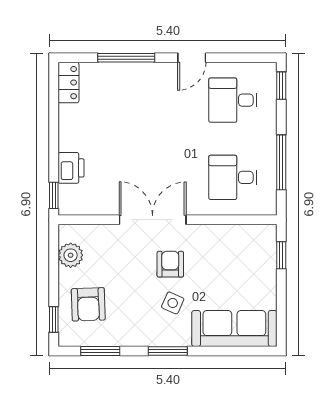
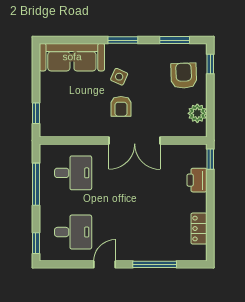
locker: (68, 83) -> (199, 229), moved

